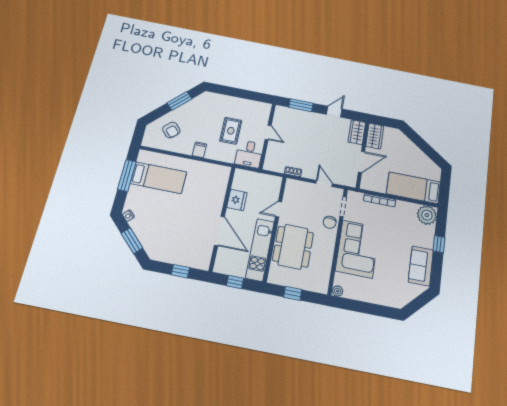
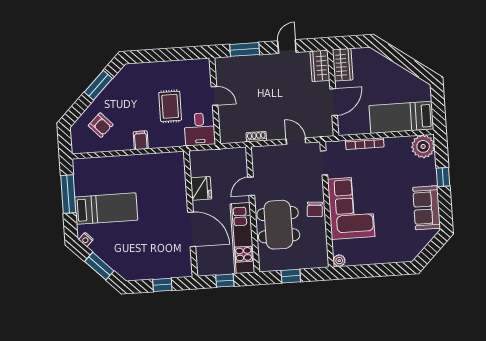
bed: (158, 178) -> (106, 209), moved
chair: (330, 222) -> (315, 209), moved

